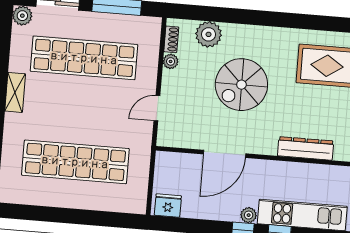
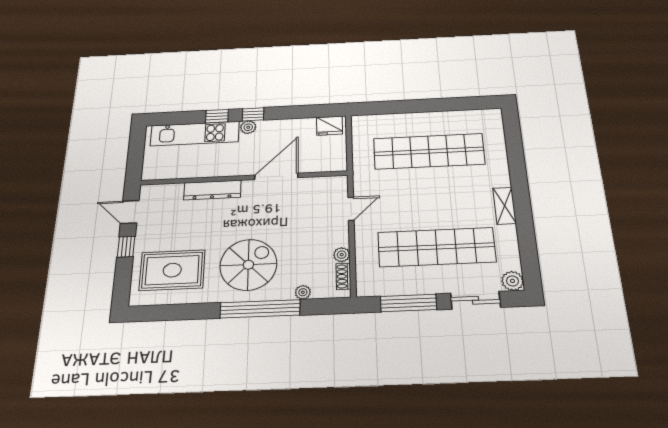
window: (248, 17) -> (260, 309), added
plant: (209, 34) -> (303, 292), width x0.53, depth x0.53
spiral stairs: (241, 85) -> (248, 265), moved
dresser: (306, 148) -> (212, 190), moved

